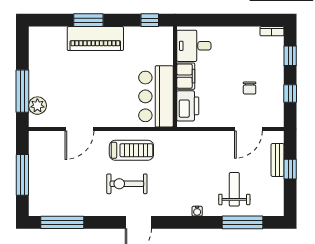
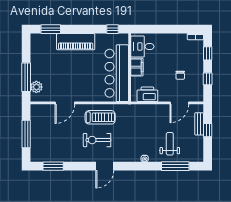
window: (88, 20) -> (51, 29), moved
bar counter: (156, 96) -> (117, 73), width x1.36
printer: (188, 106) -> (147, 94), moved, turned -90
window: (62, 222) -> (53, 166), width x0.69

